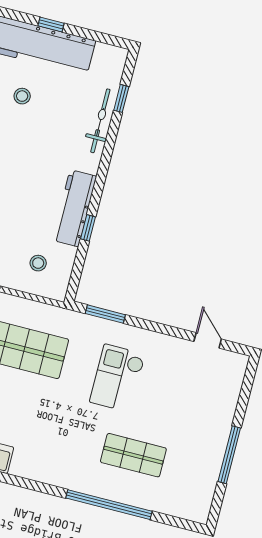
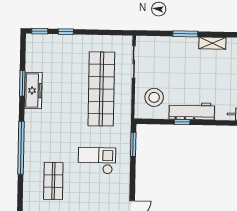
stool: (38, 263) -> (154, 97), width x1.89, depth x1.89
window: (109, 505) -> (21, 148), moved

